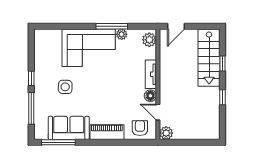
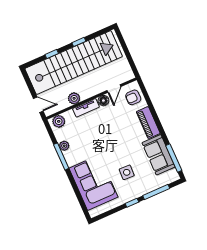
corner sofa: (89, 48) -> (93, 183), moved
stairs: (209, 58) -> (74, 63), width x1.86, depth x1.51
plant: (166, 133) -> (74, 98), moved

